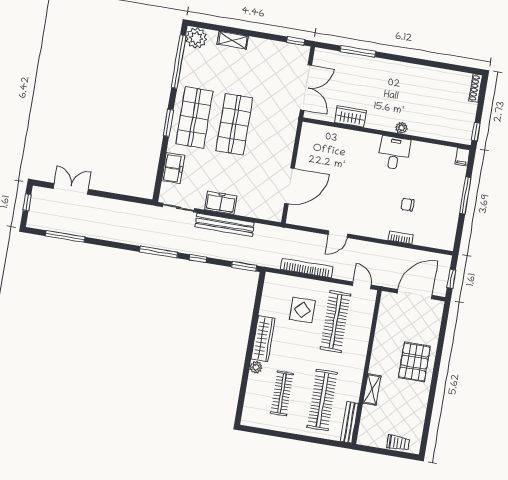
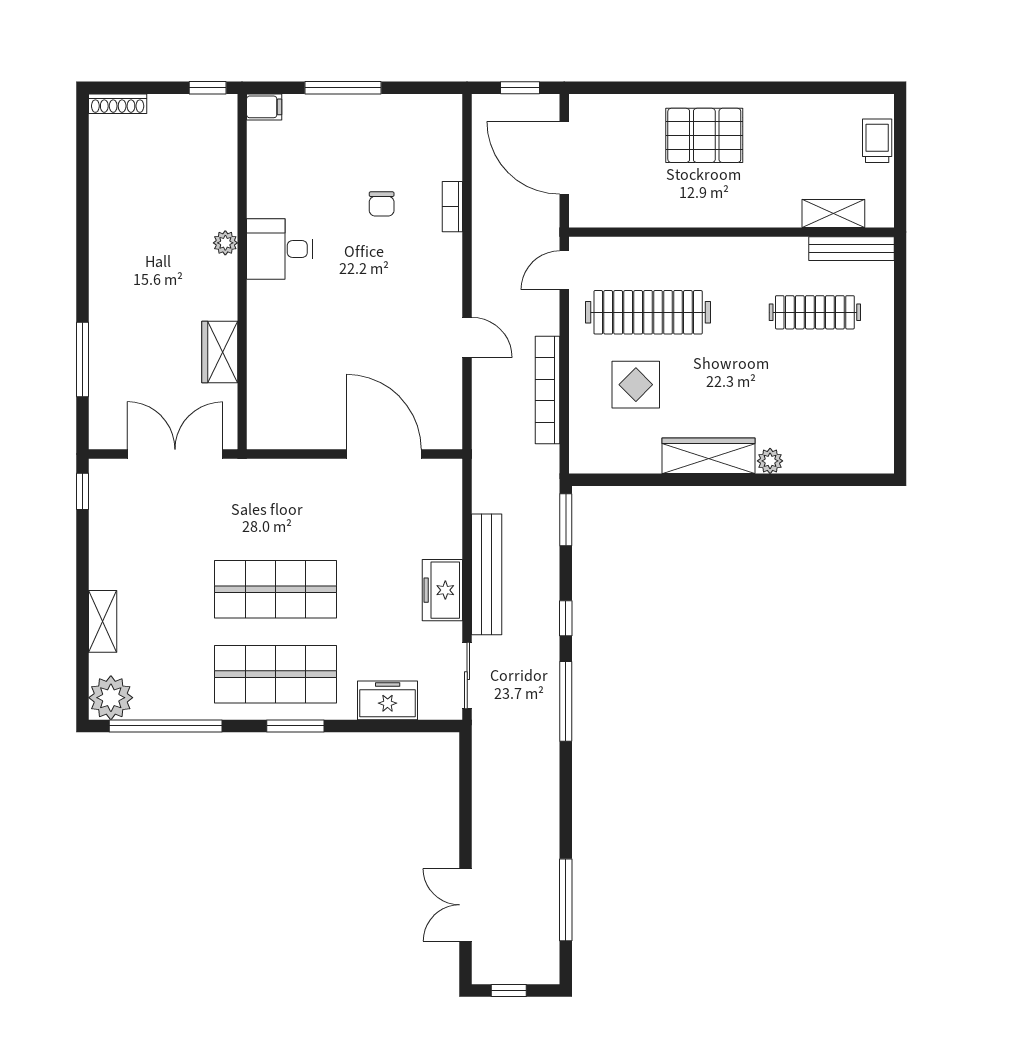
shelving: (372, 389) -> (833, 213), moved
clothes rail: (282, 393) -> (815, 398), removed
clothes rail: (322, 400) -> (815, 312), width x0.73, depth x0.76

